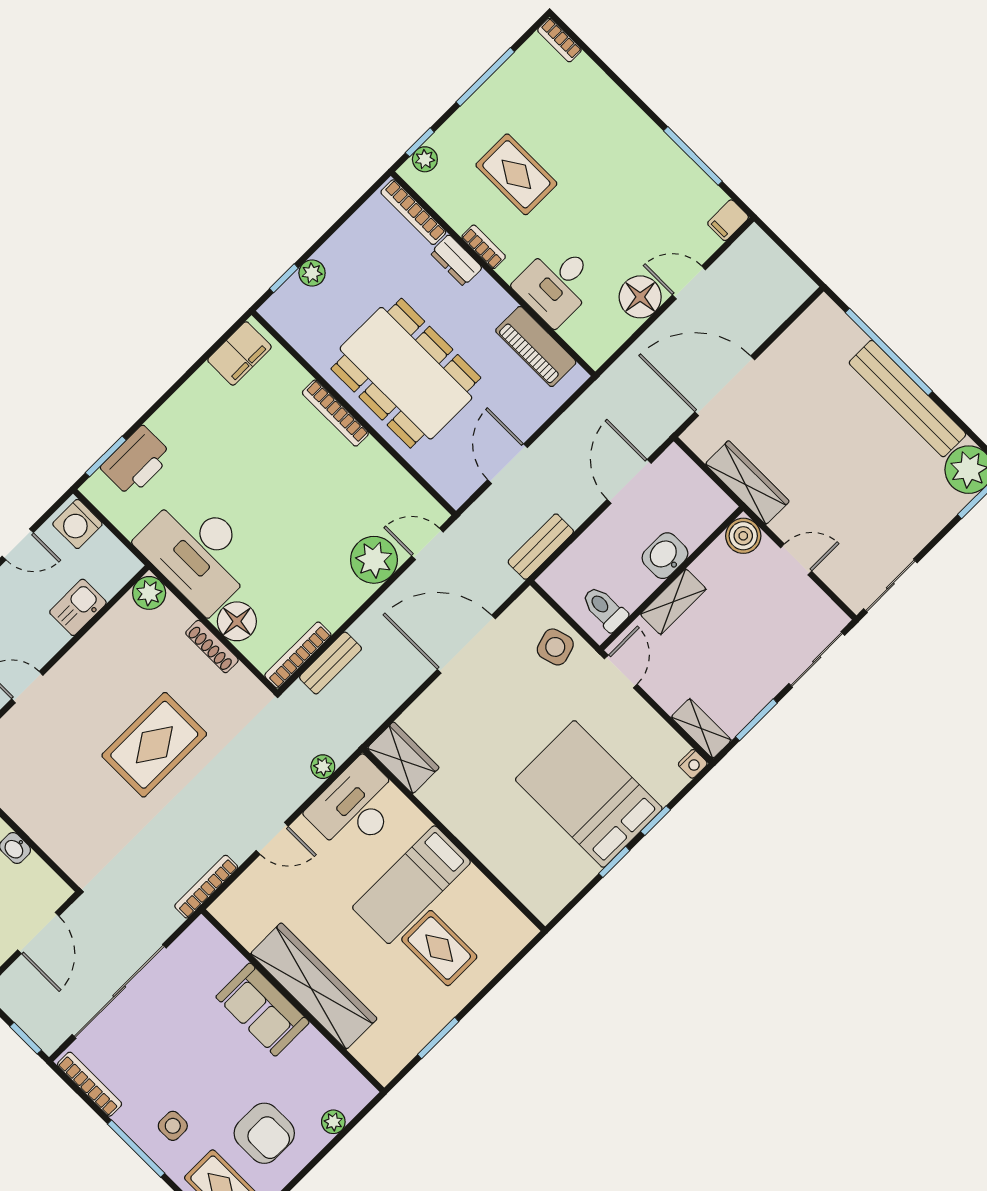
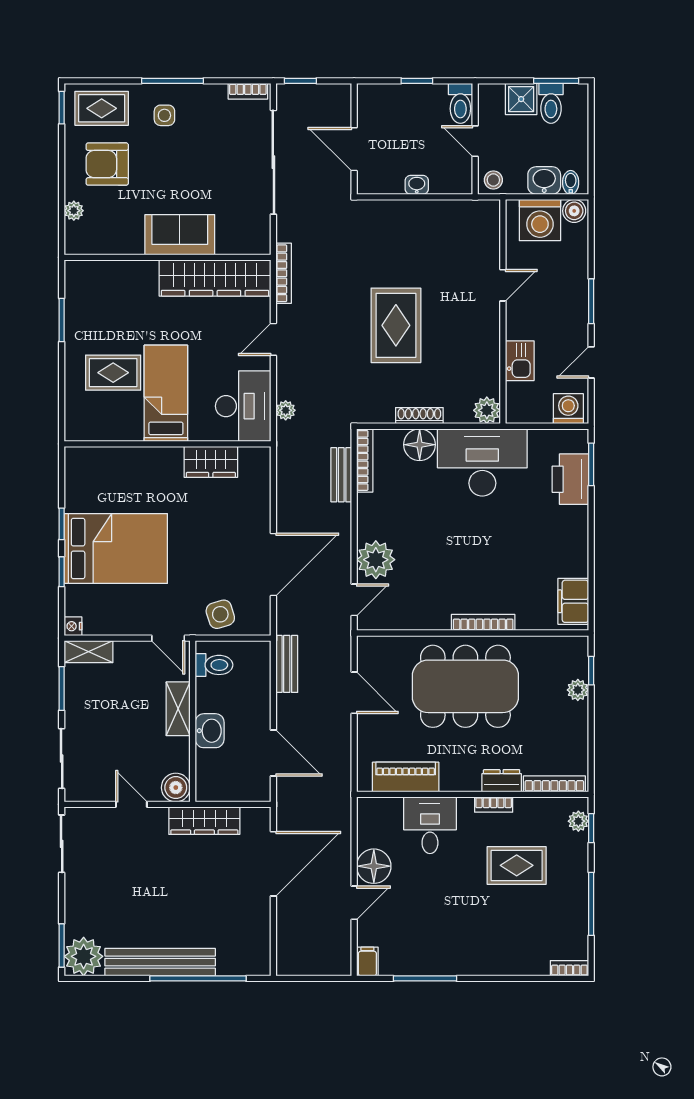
door: (796, 559) -> (131, 804), swing flipped
wardrobe: (403, 758) -> (211, 462), moved
wardrobe: (314, 986) -> (215, 278), moved
bookcase: (90, 1084) -> (248, 91), width x0.64

